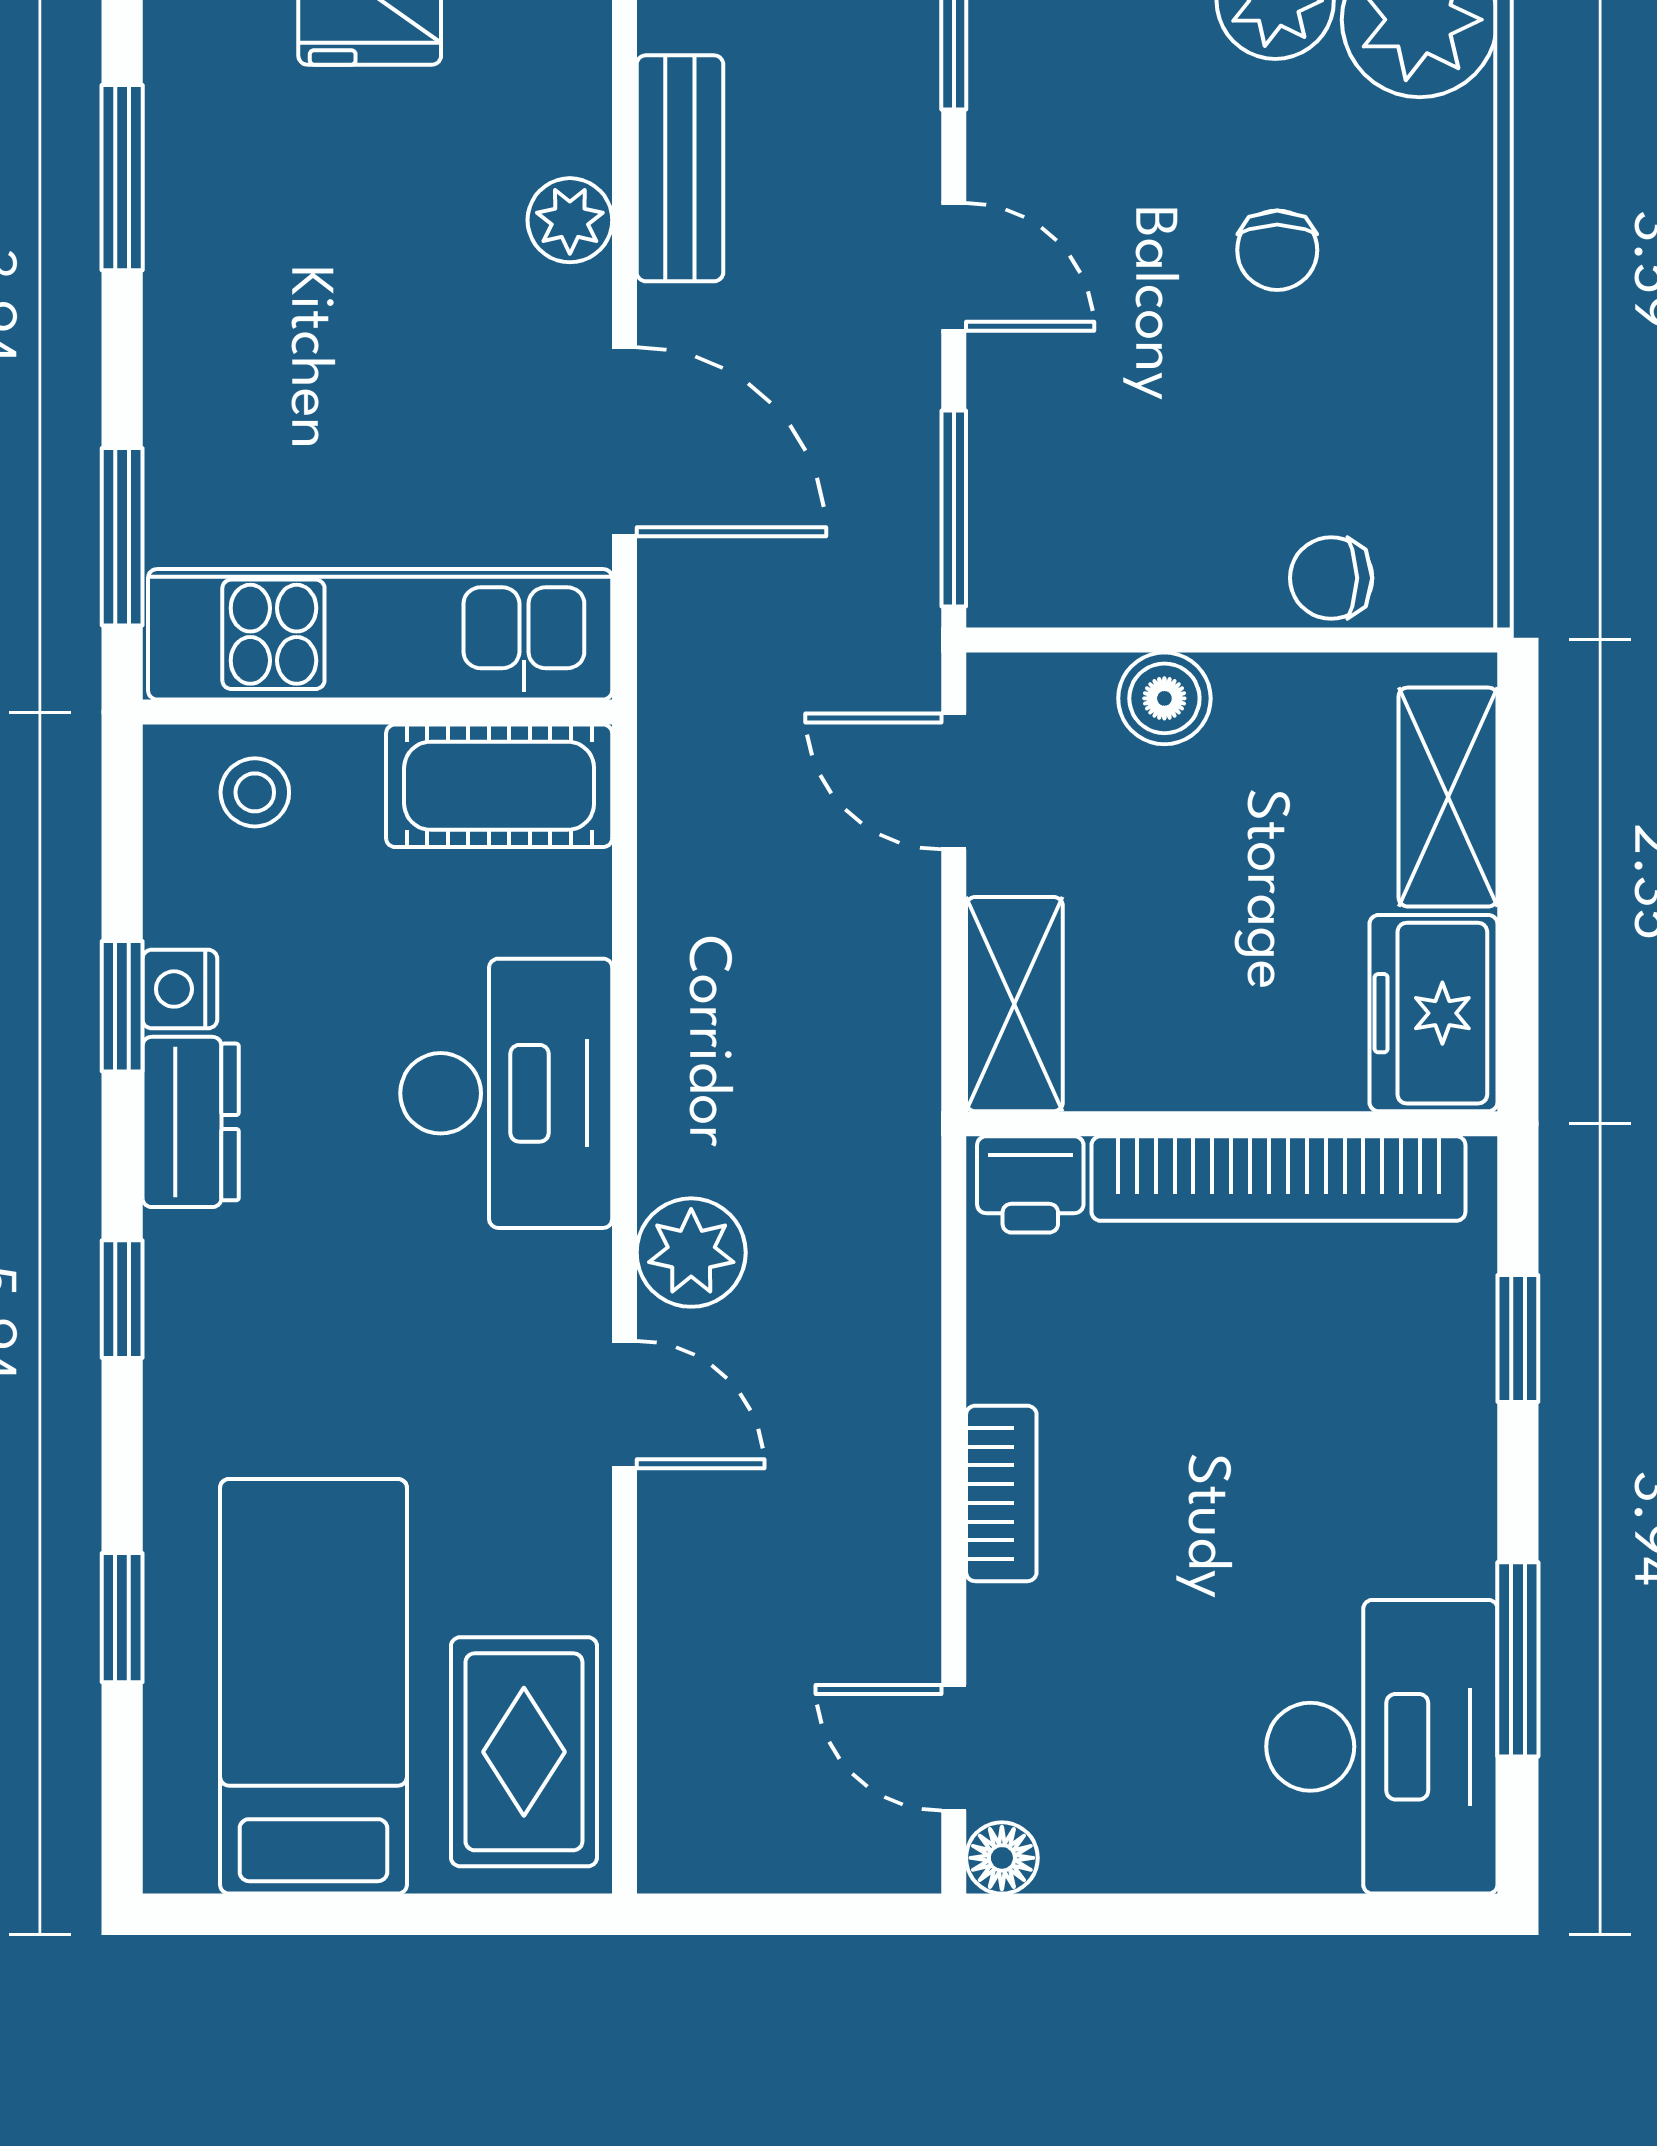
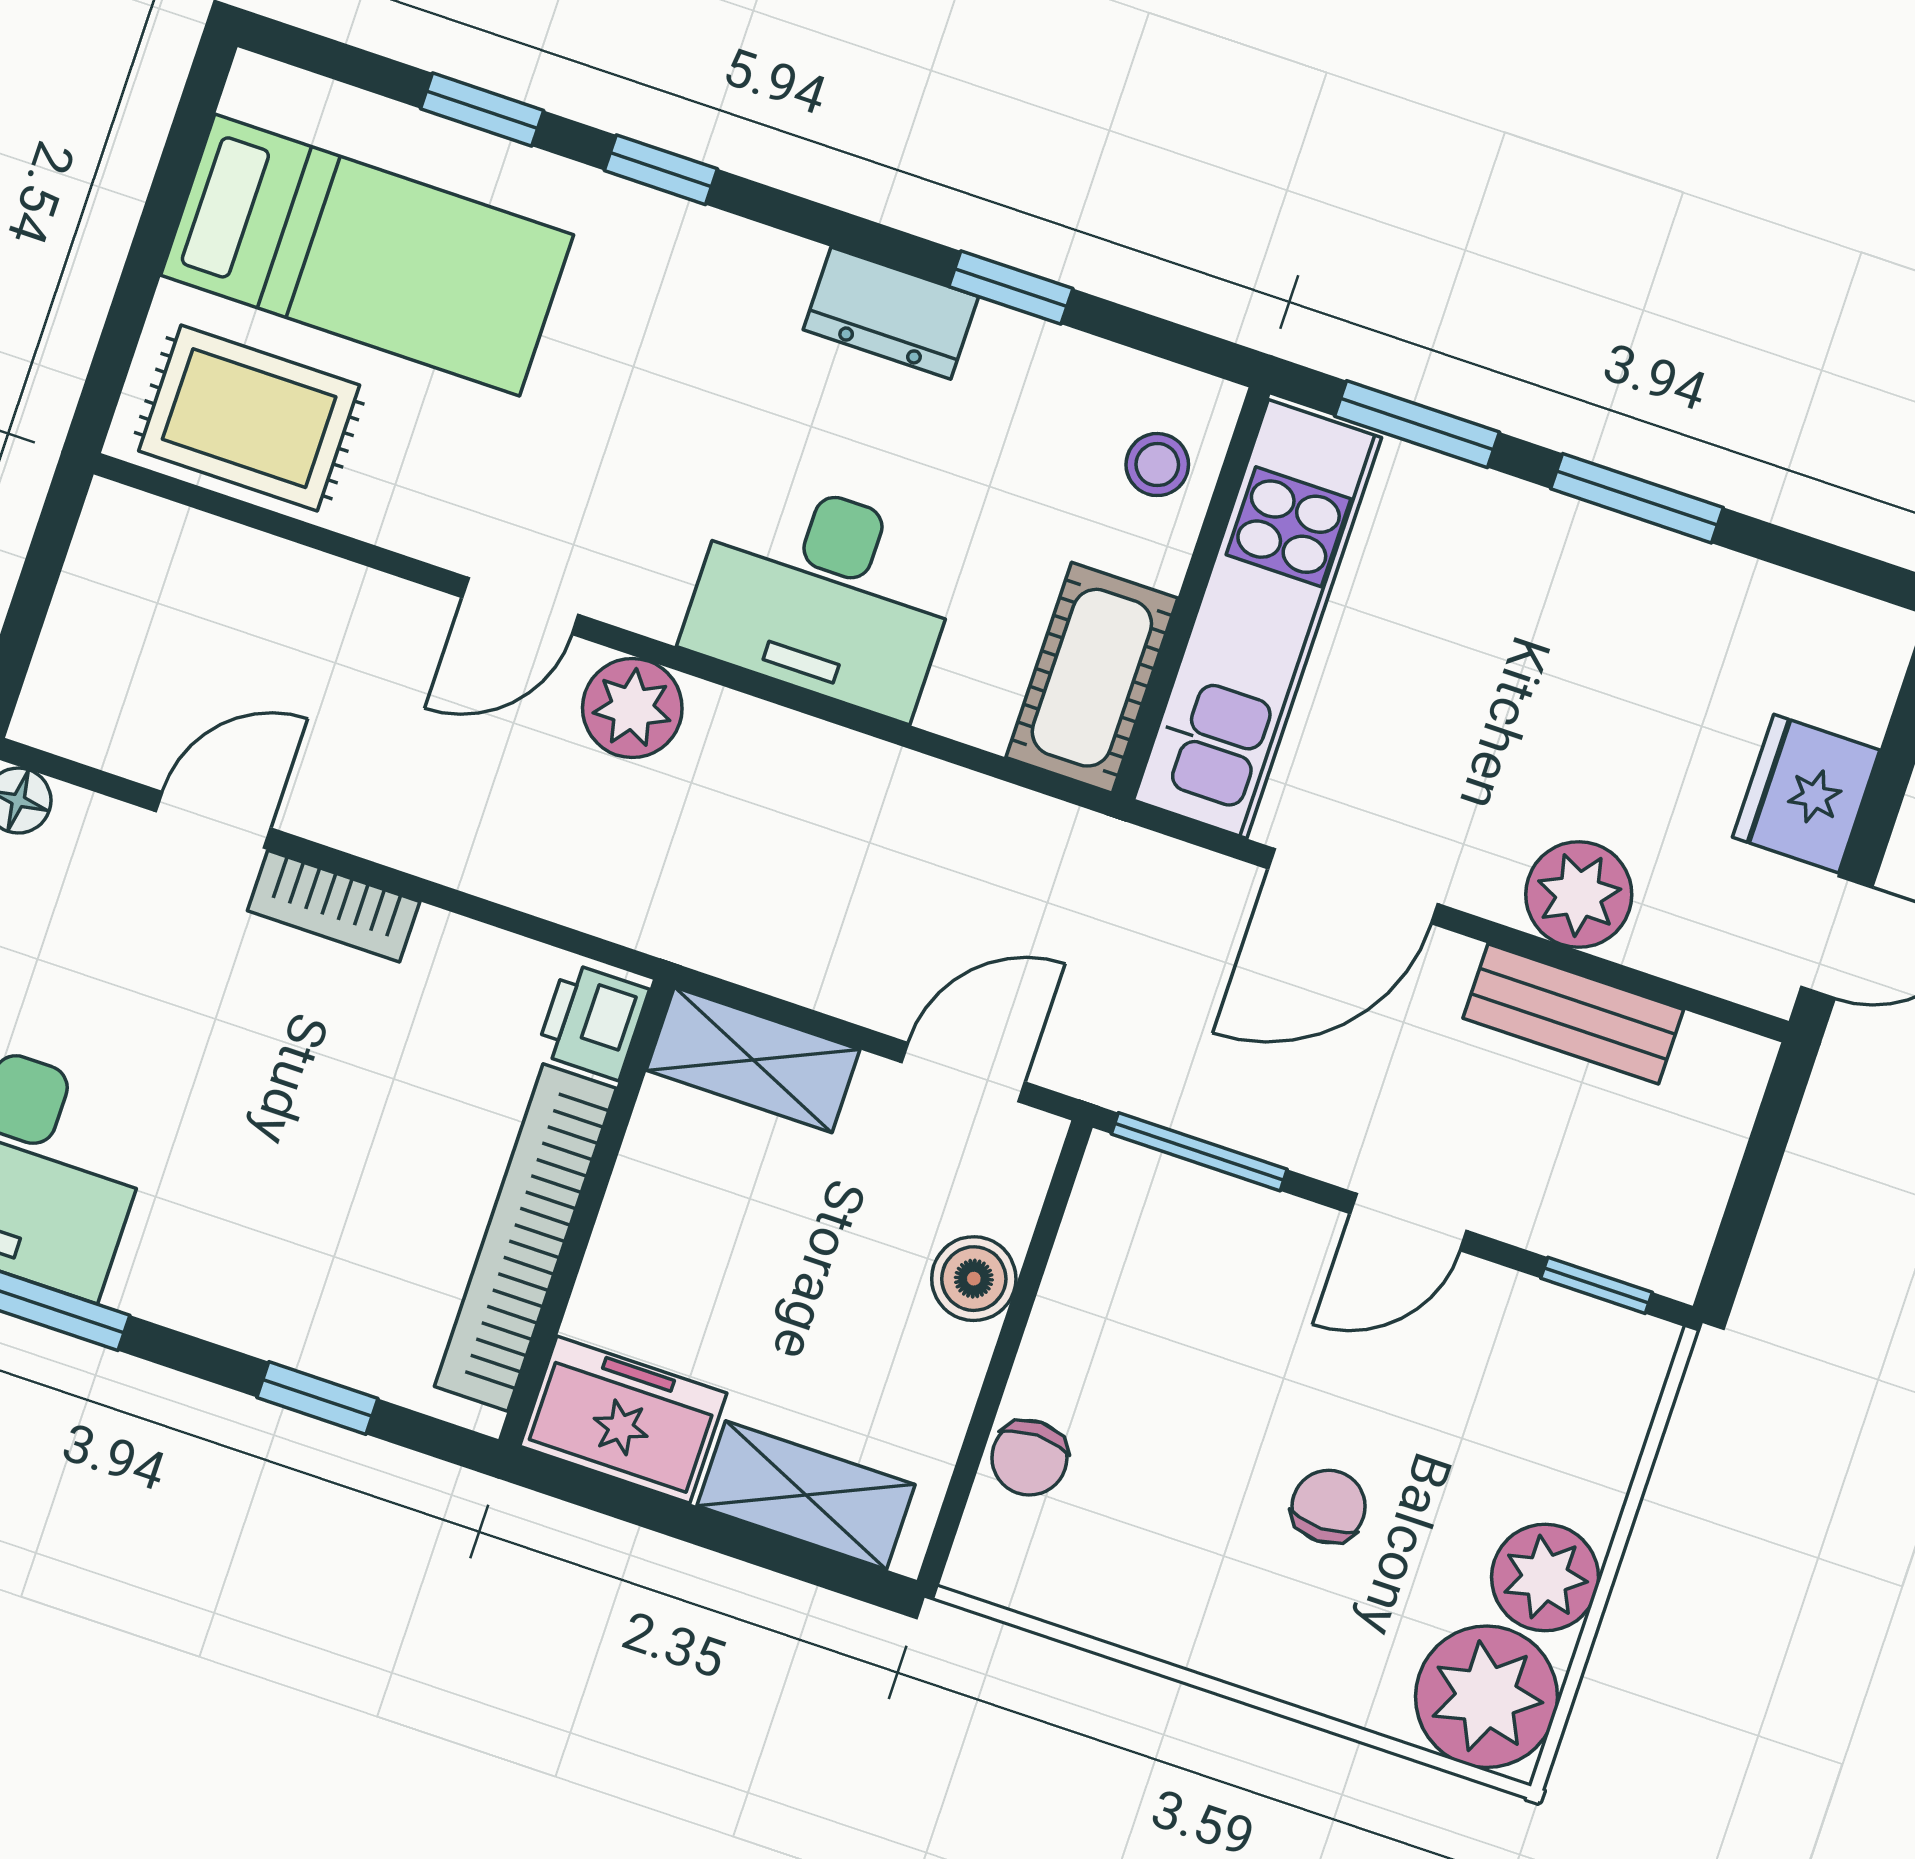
window: (122, 178) -> (1637, 498), moved
plant: (570, 220) -> (1579, 894), width x1.38, depth x1.38
chair: (1277, 250) -> (1329, 1507), turned 90
chair: (1331, 578) -> (1029, 1458), turned 180
nightstand: (180, 989) -> (1009, 343), removed
window: (122, 1299) -> (661, 170), moved
door: (954, 1748) -> (213, 820), moved

